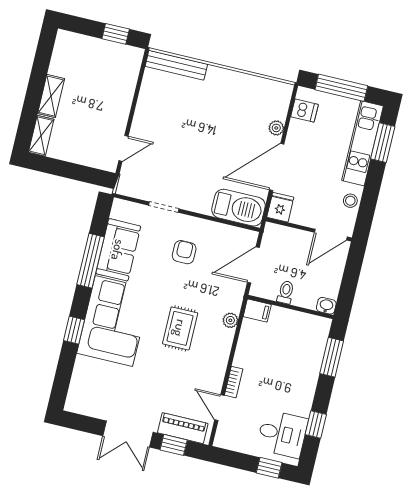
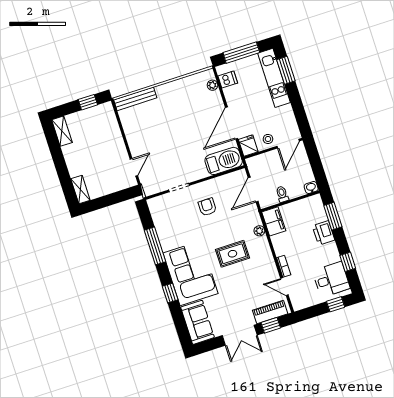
shelving: (51, 96) -> (62, 131), moved
plant: (276, 128) -> (212, 85), moved
stool: (350, 201) -> (268, 139), moved
sofa: (118, 250) -> (197, 322), moved
filing cabinet: (257, 311) -> (274, 221), width x2.00
rug: (180, 328) -> (232, 254), turned 90
printer: (308, 371) -> (324, 233), added

